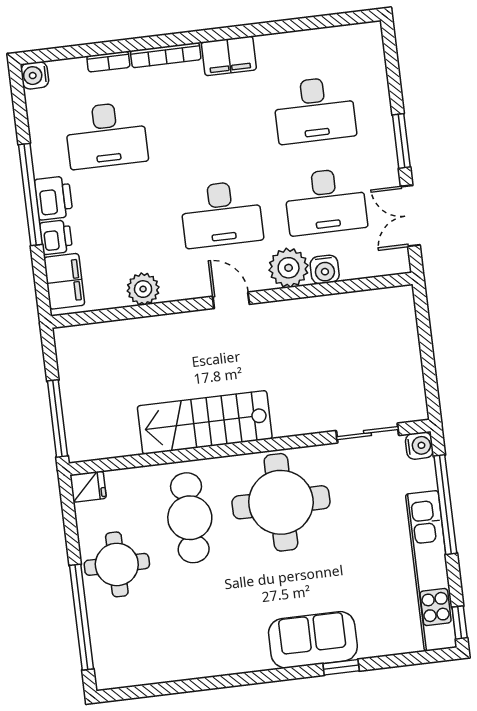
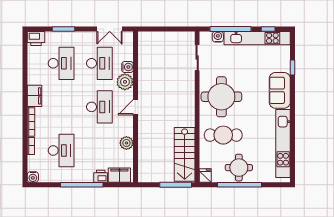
window: (401, 141) -> (64, 29), moved
printer: (54, 198) -> (36, 38), moved, turned 180
stairs: (205, 422) -> (185, 154), moved
water cooler: (419, 446) -> (218, 37), moved
window: (81, 617) -> (239, 185), moved
window: (460, 622) -> (268, 29), moved
kitchen unit: (187, 663) -> (283, 144), added
window: (341, 667) -> (292, 68), moved

